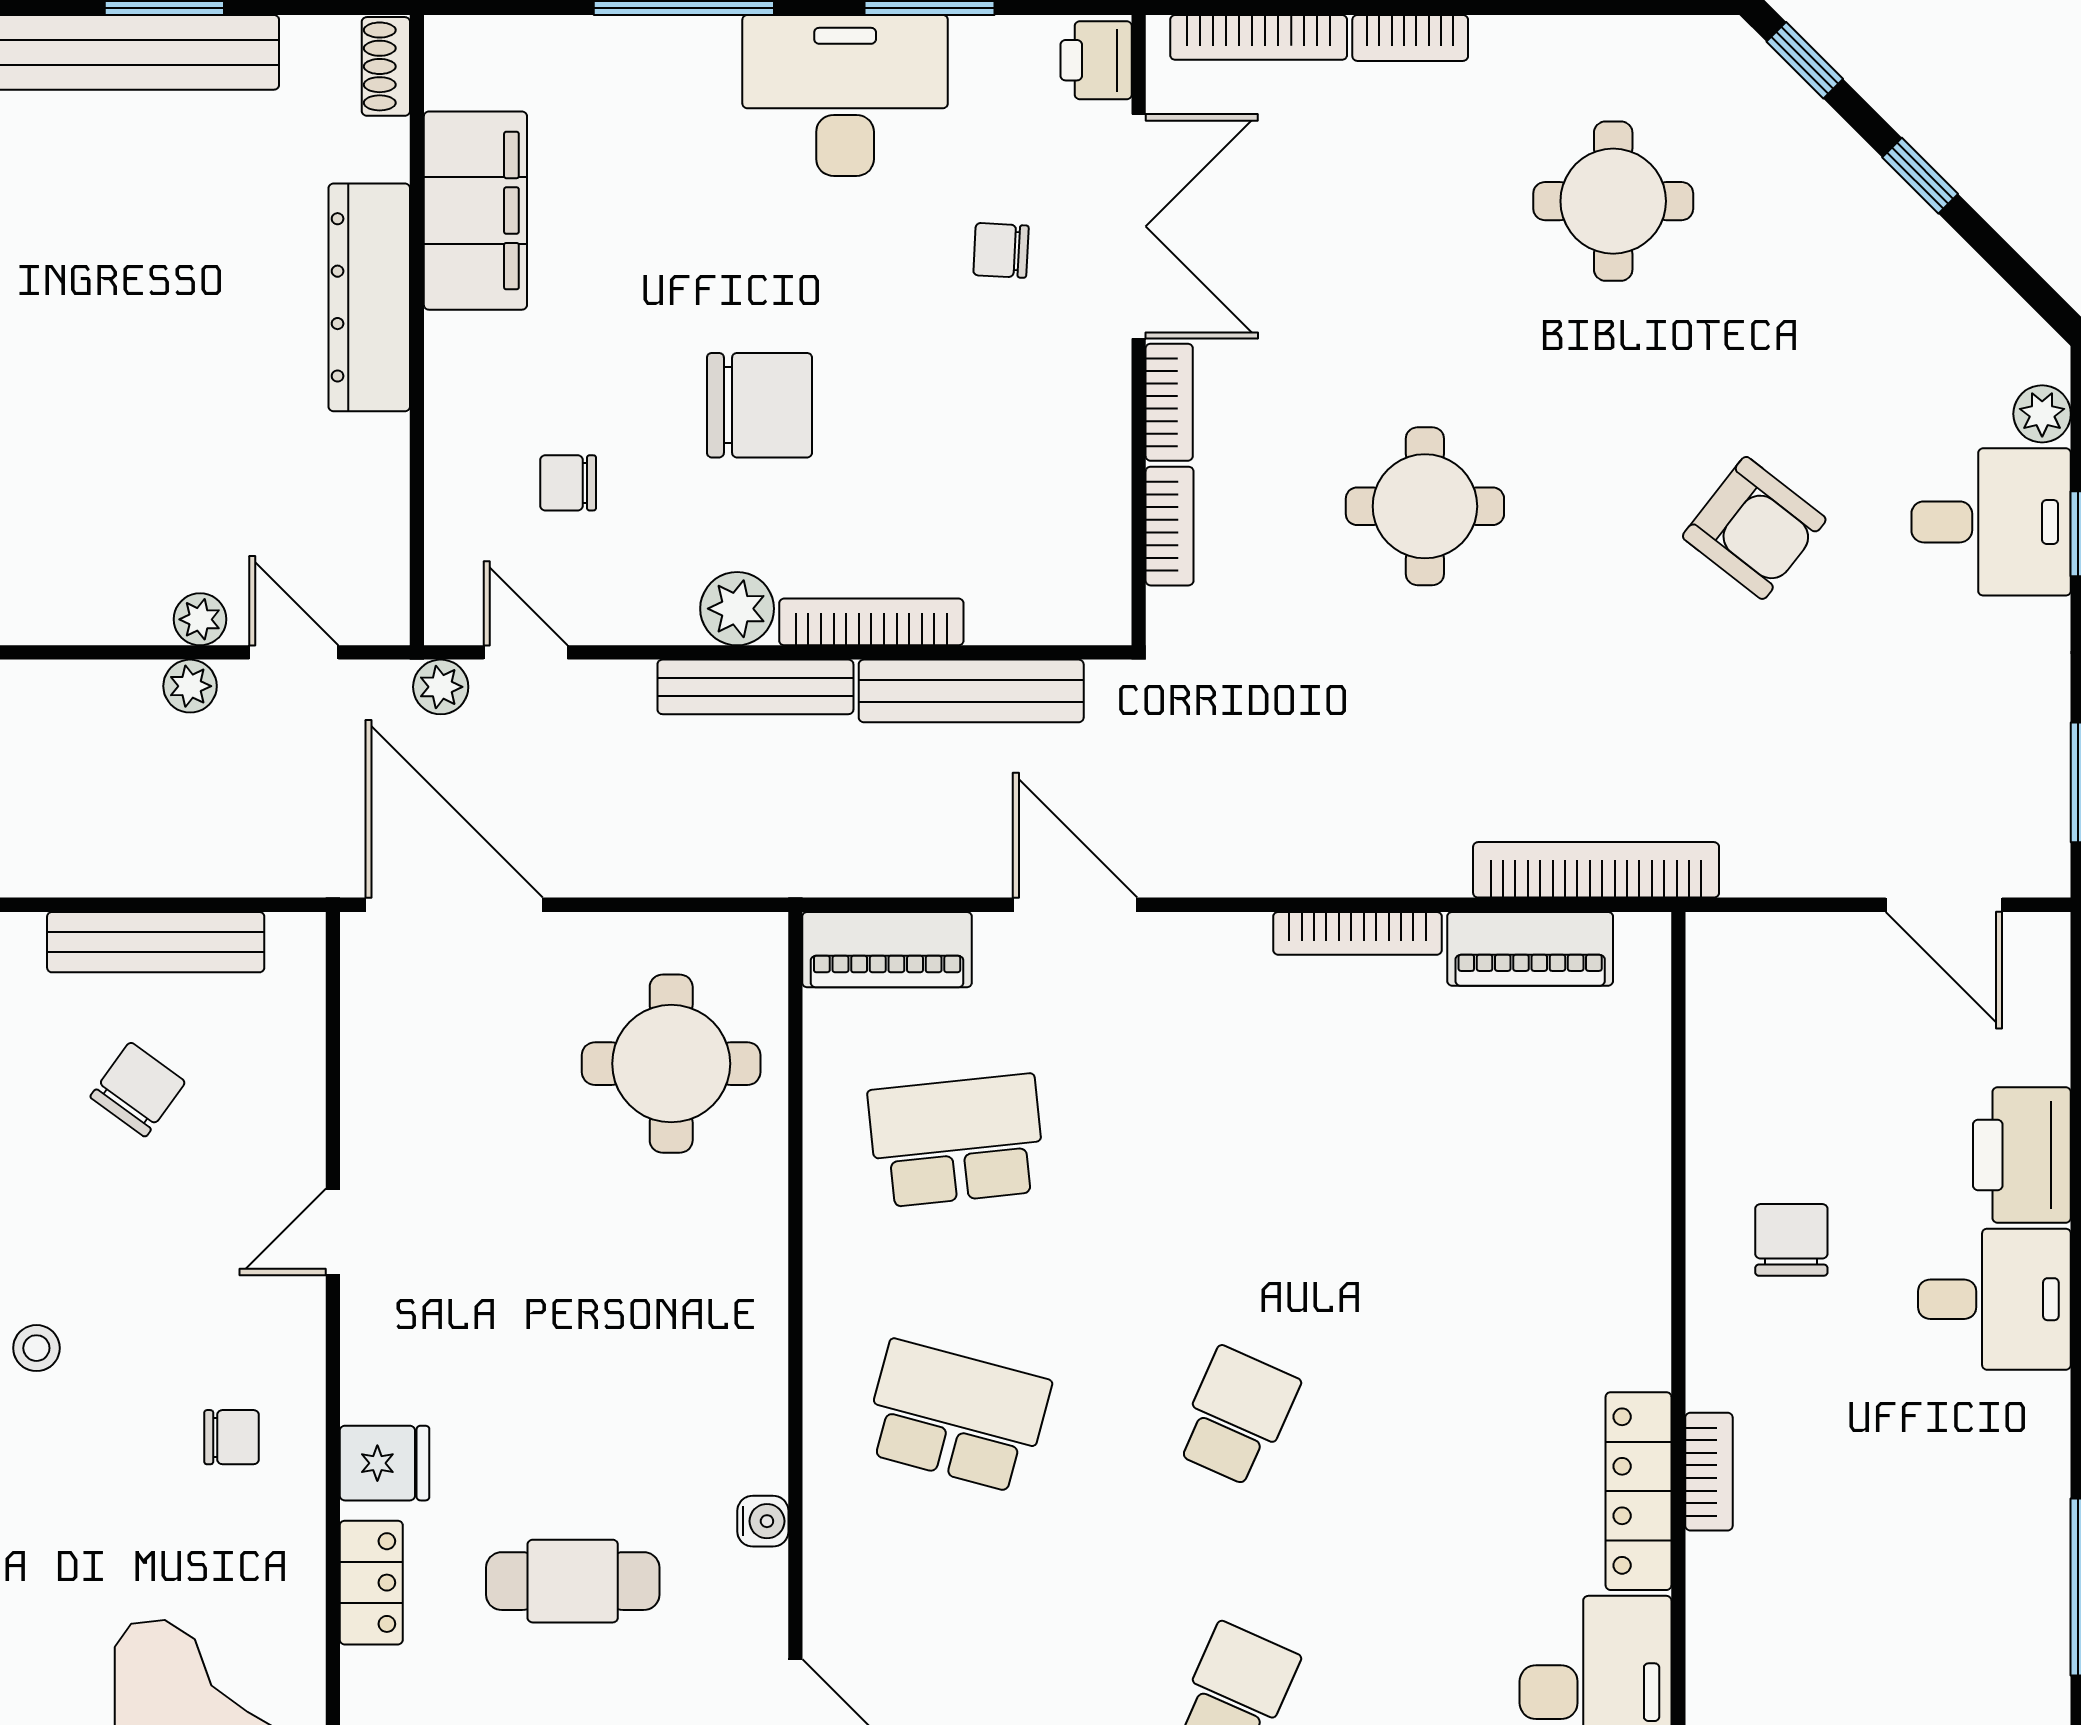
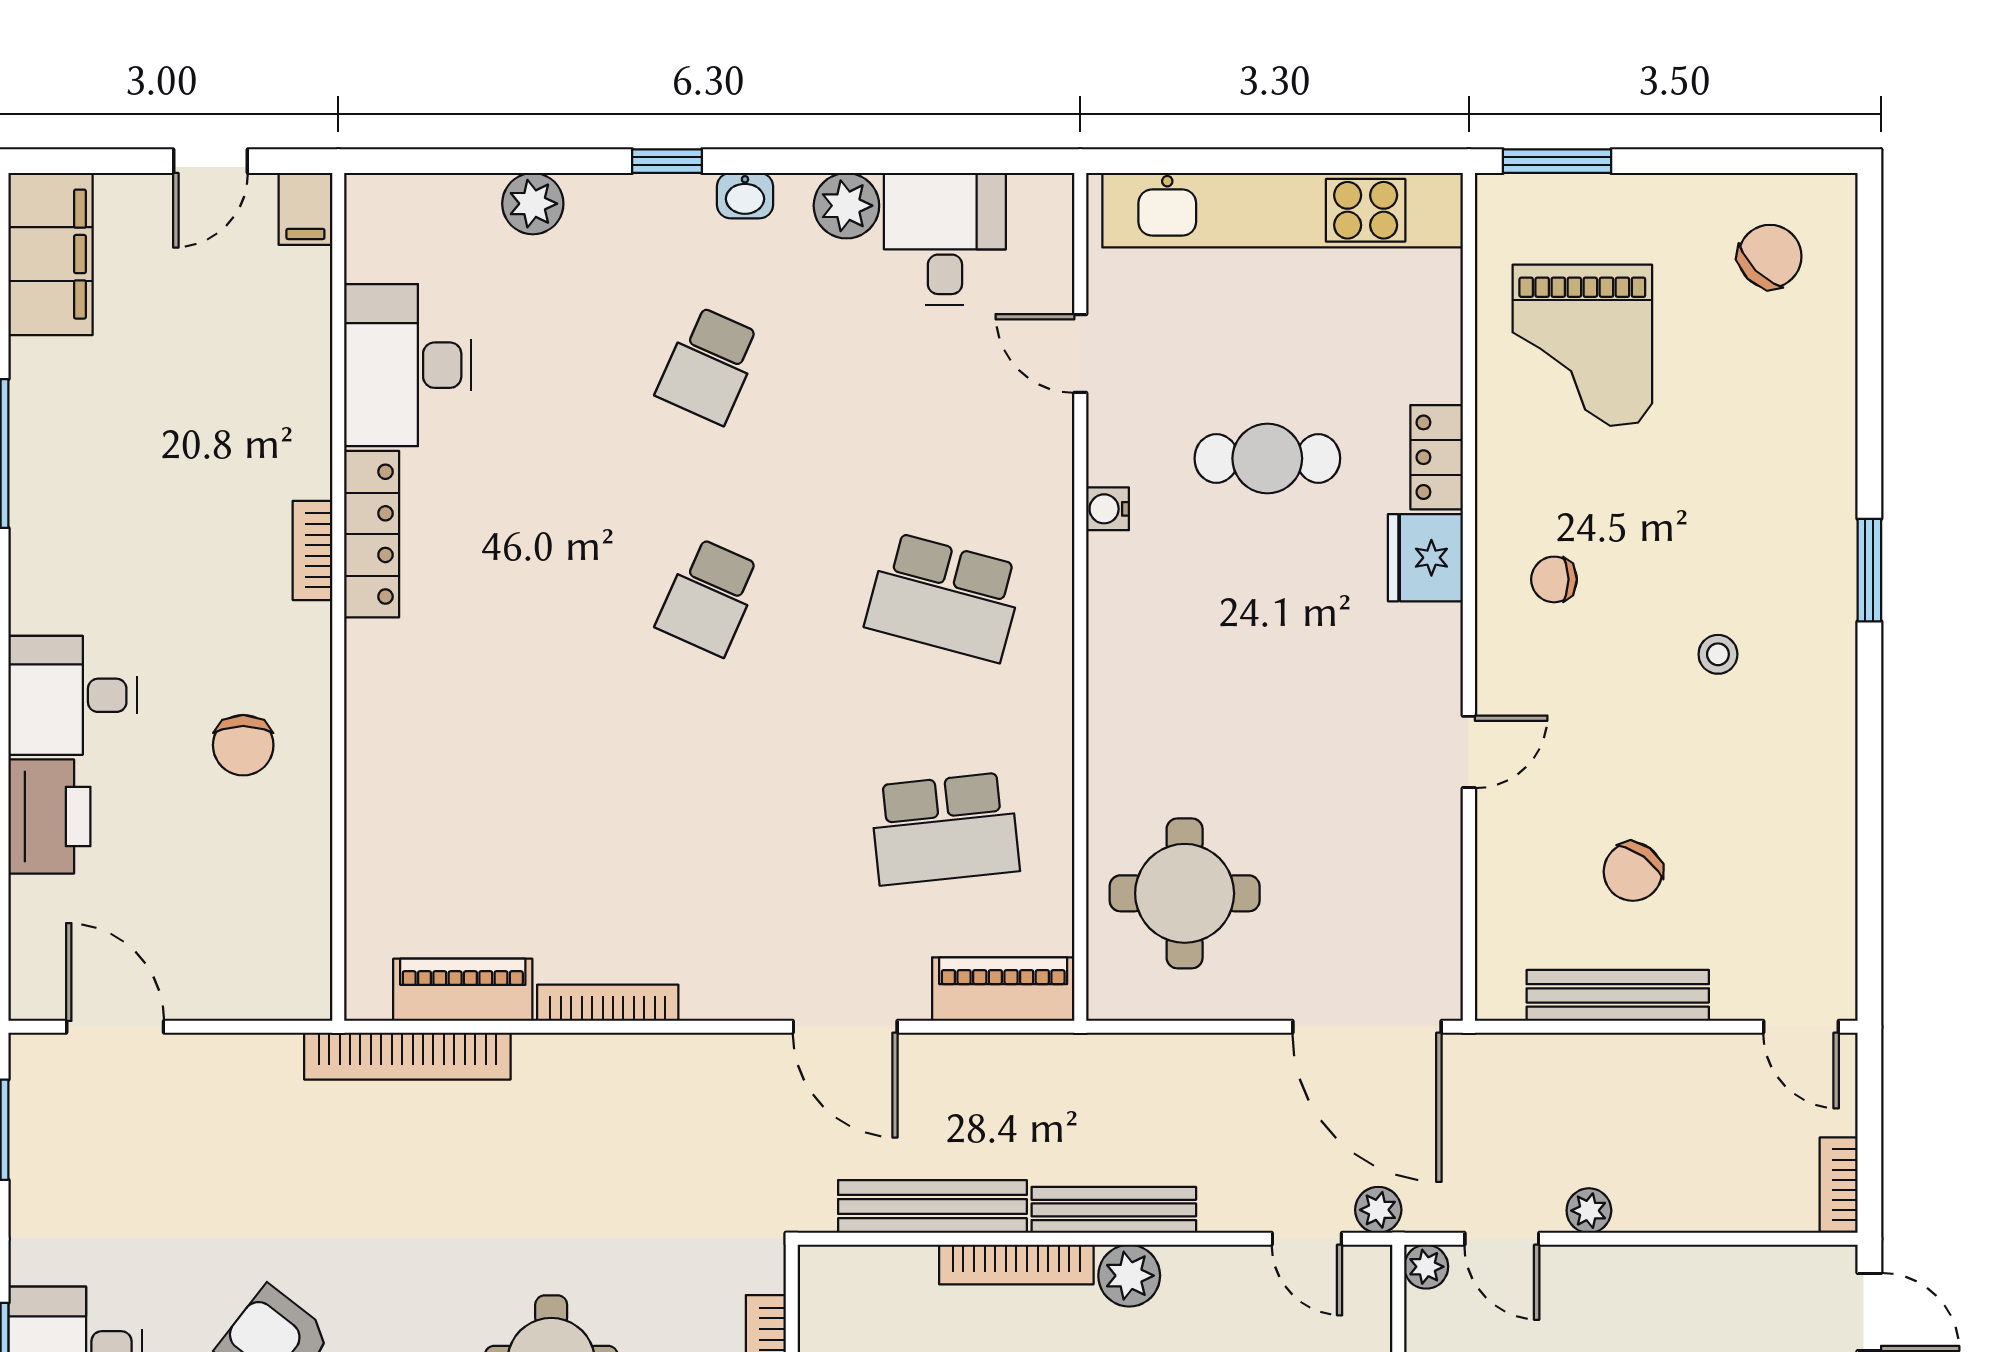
plant: (200, 619) -> (1426, 1267), moved
fridge: (385, 1463) -> (1425, 558), width x1.38

